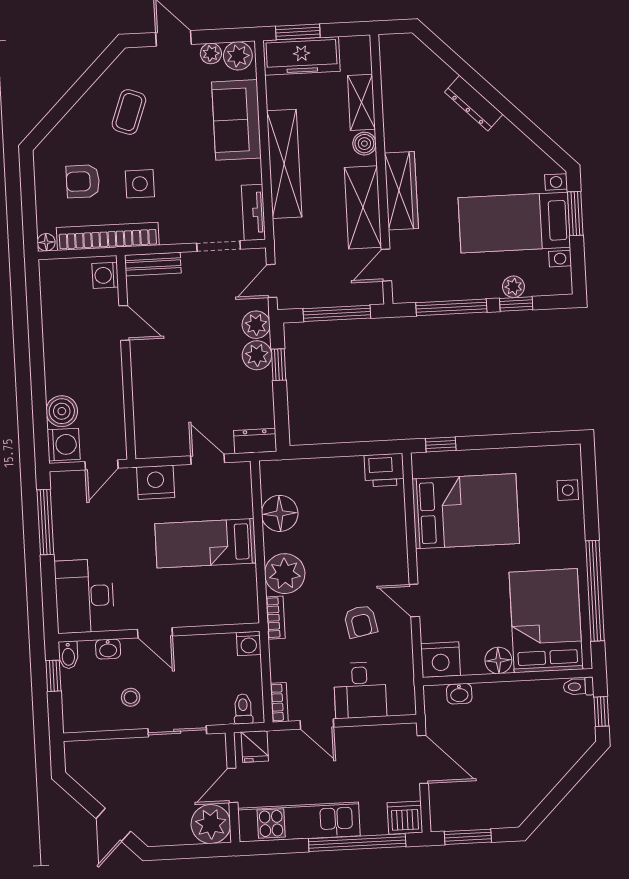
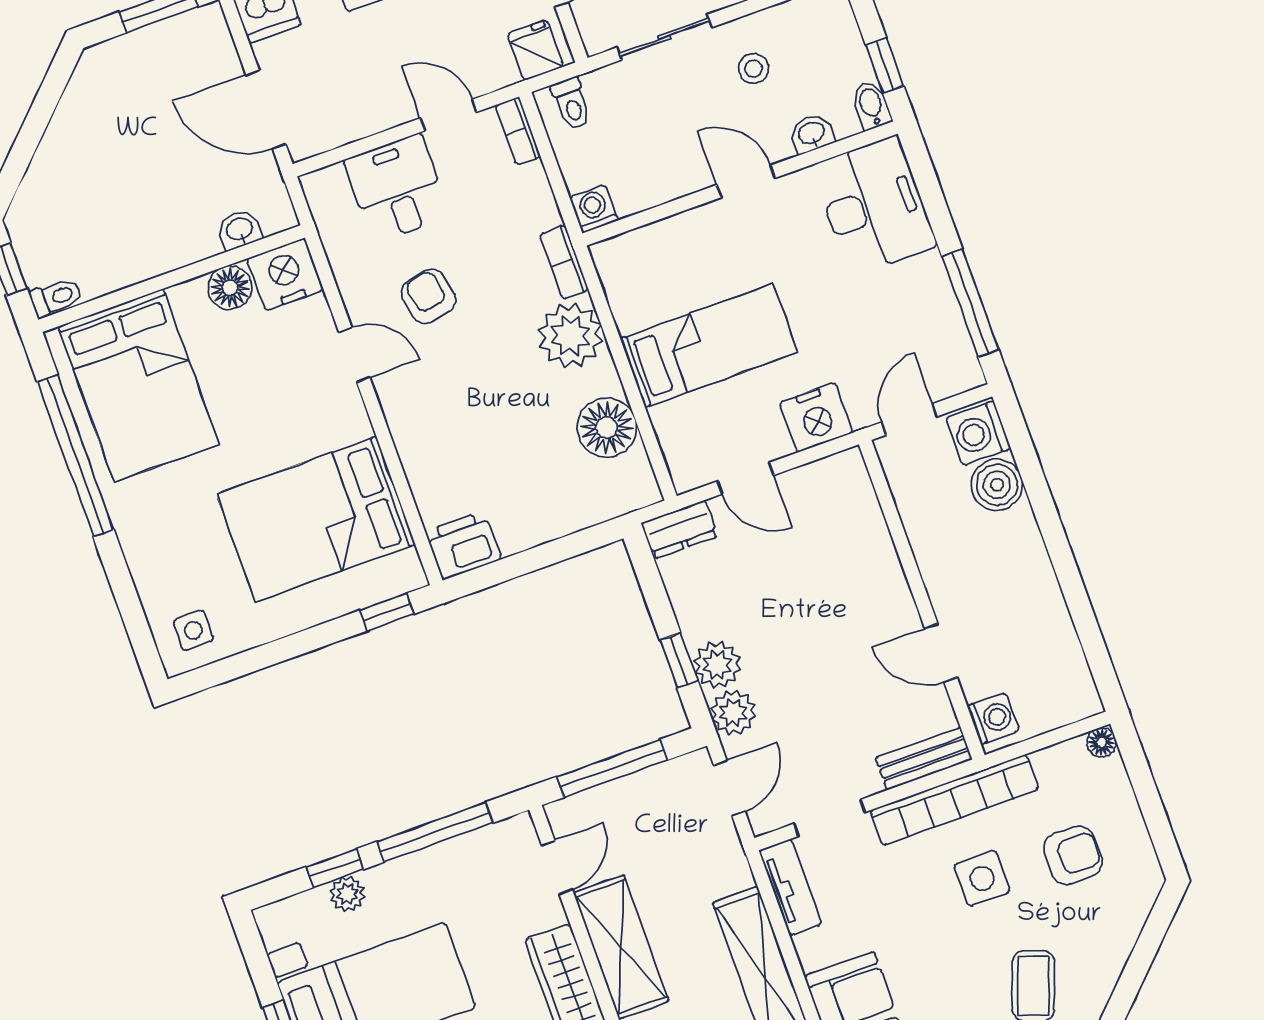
bookcase: (108, 236) -> (954, 800), moved
side table: (568, 490) -> (193, 630), moved
floor lamp: (498, 660) -> (230, 288), moved

